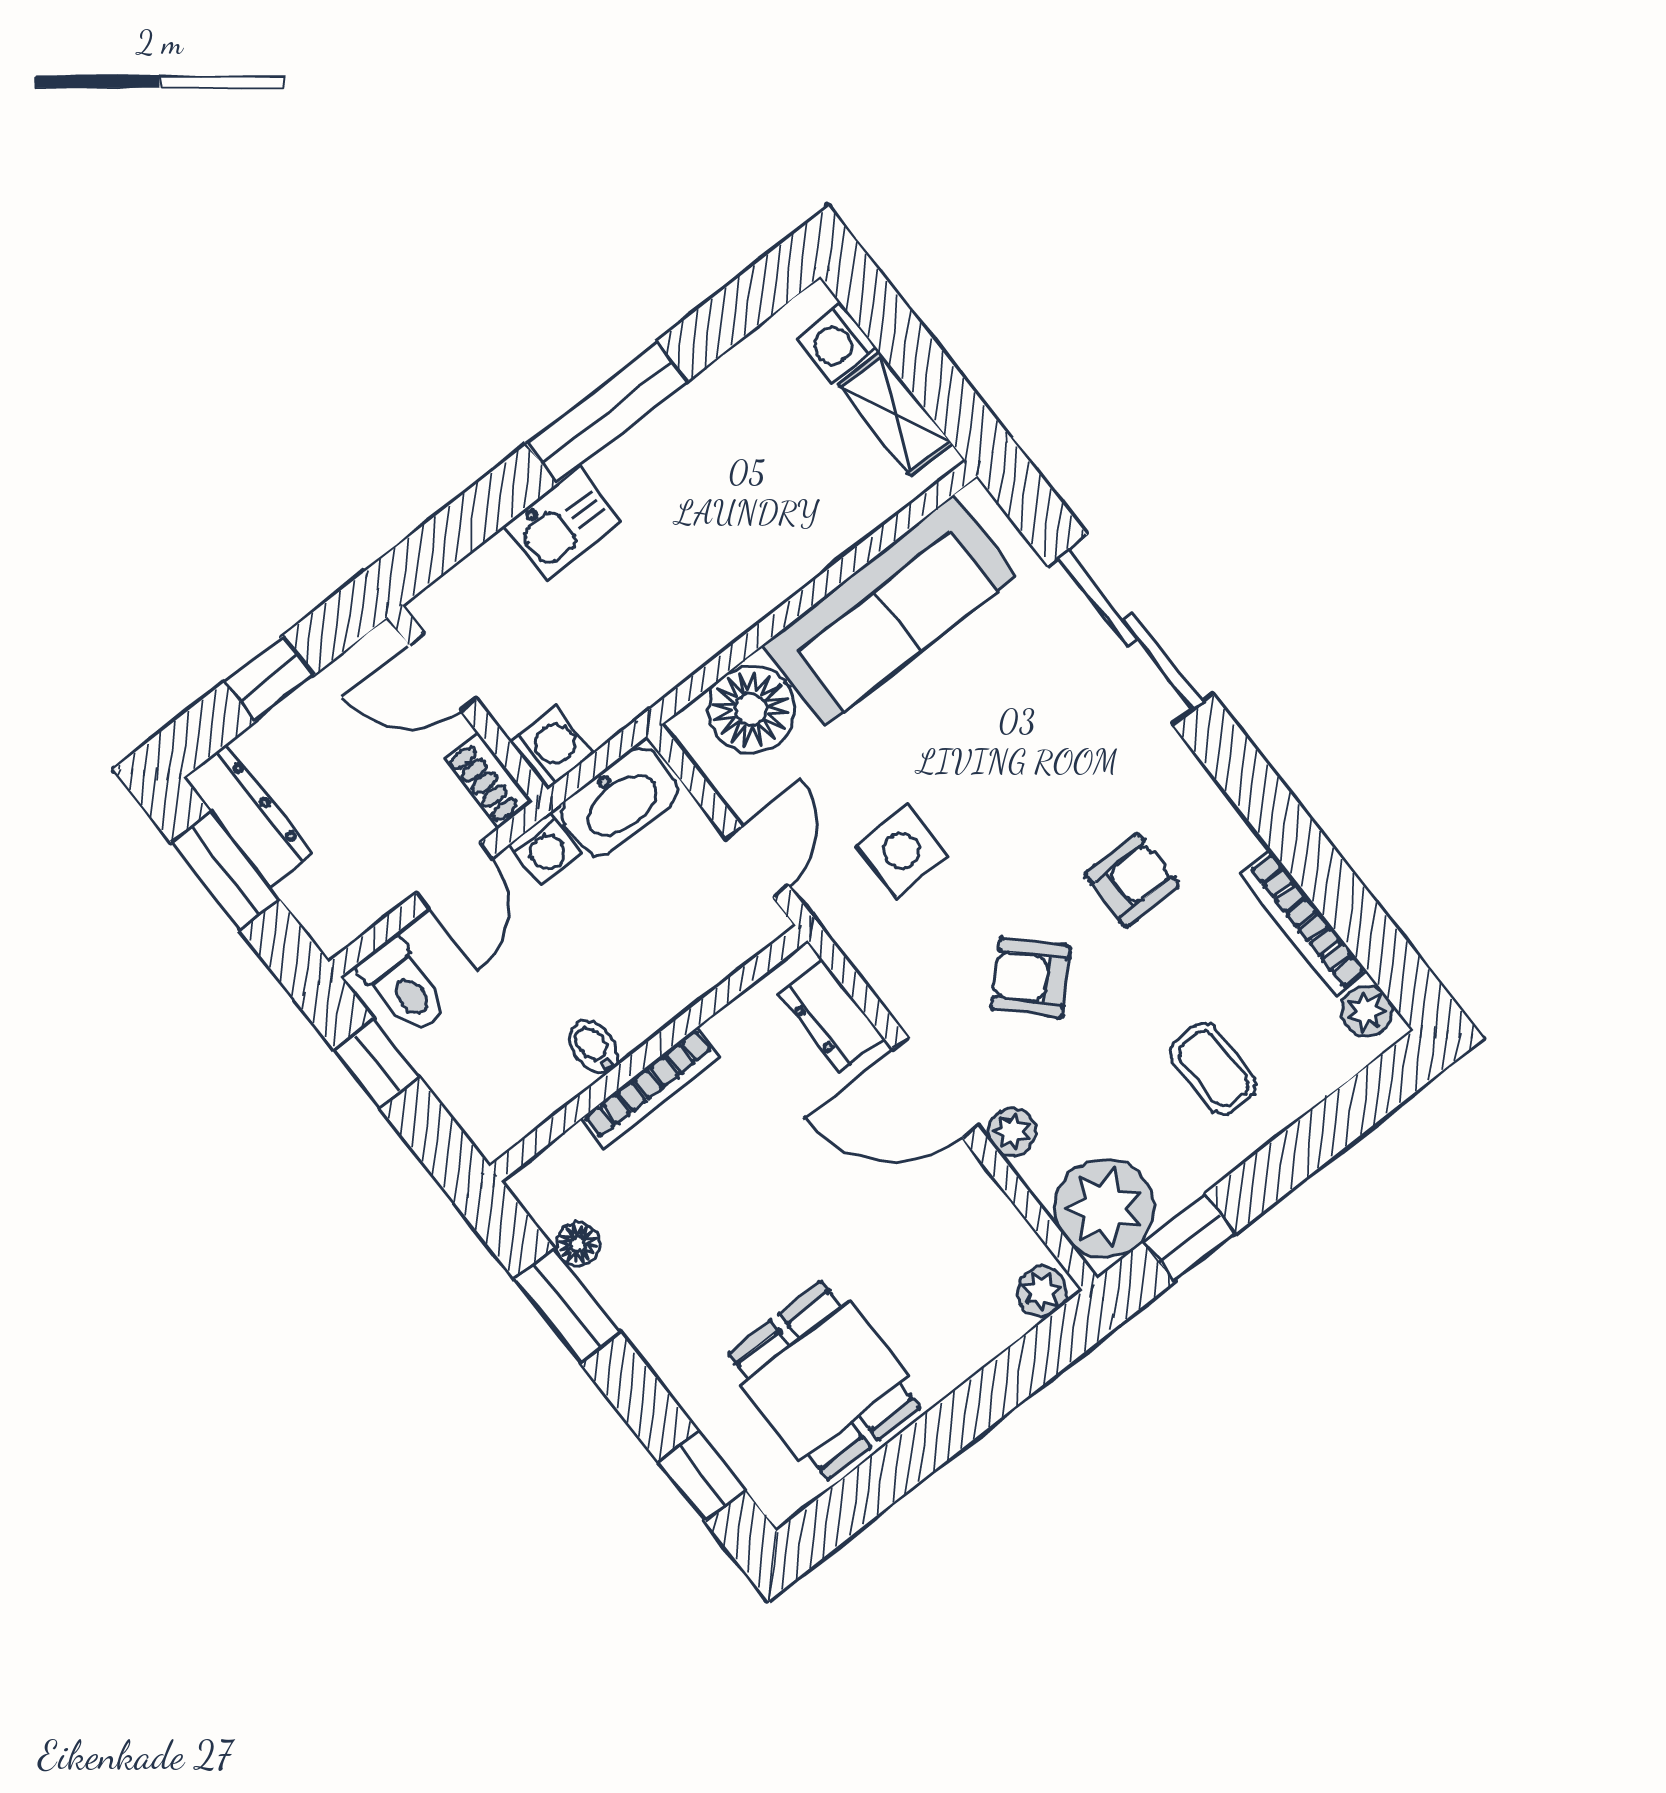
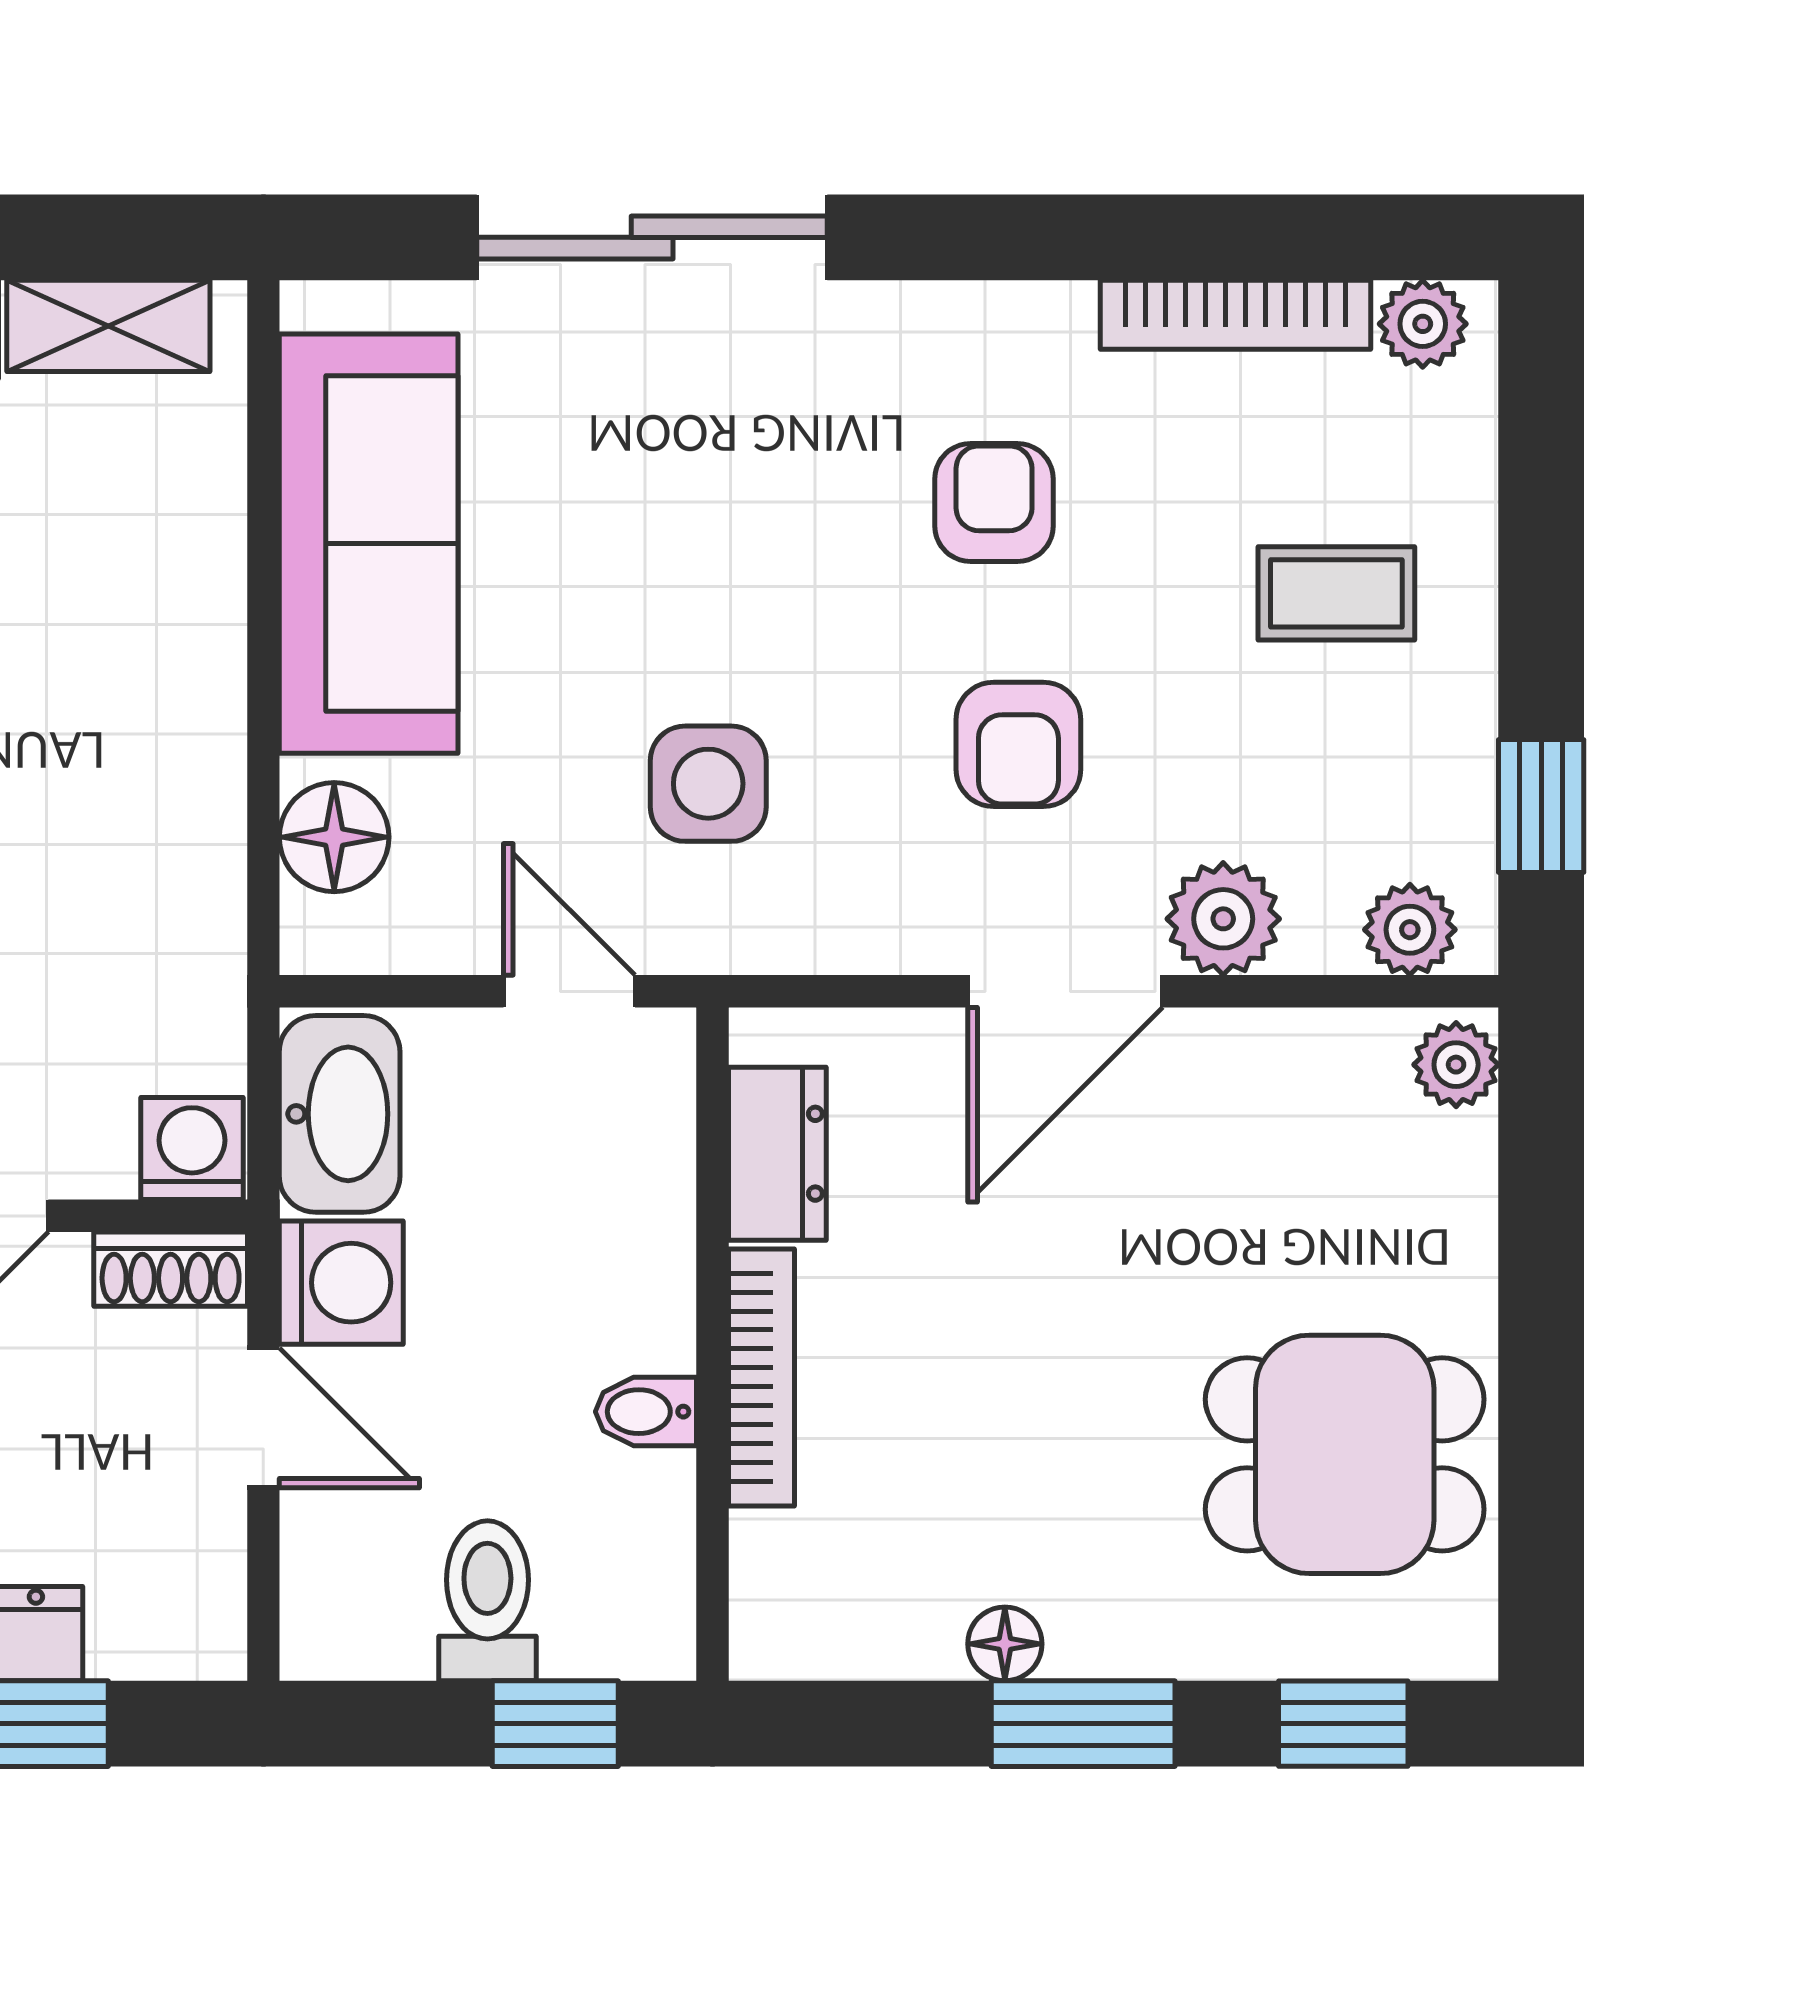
floor lamp: (751, 709) -> (334, 837), width x0.73, depth x0.73
washing machine: (545, 849) -> (341, 1283), width x1.38, depth x1.38
armchair: (1031, 978) -> (1018, 744), turned -45
toilet: (403, 986) -> (487, 1601), moved, turned -90
dresser: (831, 1016) -> (777, 1154), moved, turned -90
window: (376, 1063) -> (555, 1724), moved
plant: (1012, 1132) -> (1223, 919), width x1.38, depth x1.38
plant: (1105, 1208) -> (1410, 930), width x0.53, depth x0.53
floor lamp: (578, 1244) -> (1005, 1644), moved
window: (568, 1306) -> (1083, 1724), moved

